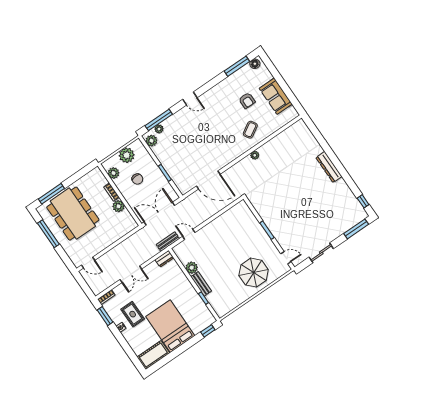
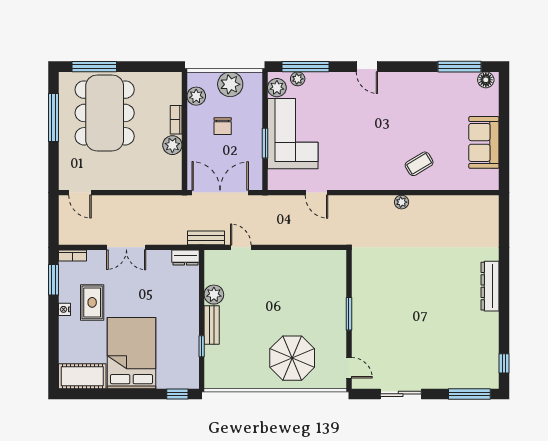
armchair: (247, 101) -> (441, 122), removed
corner sofa: (176, 158) -> (293, 134), added
door: (208, 180) -> (316, 193), width x0.53

